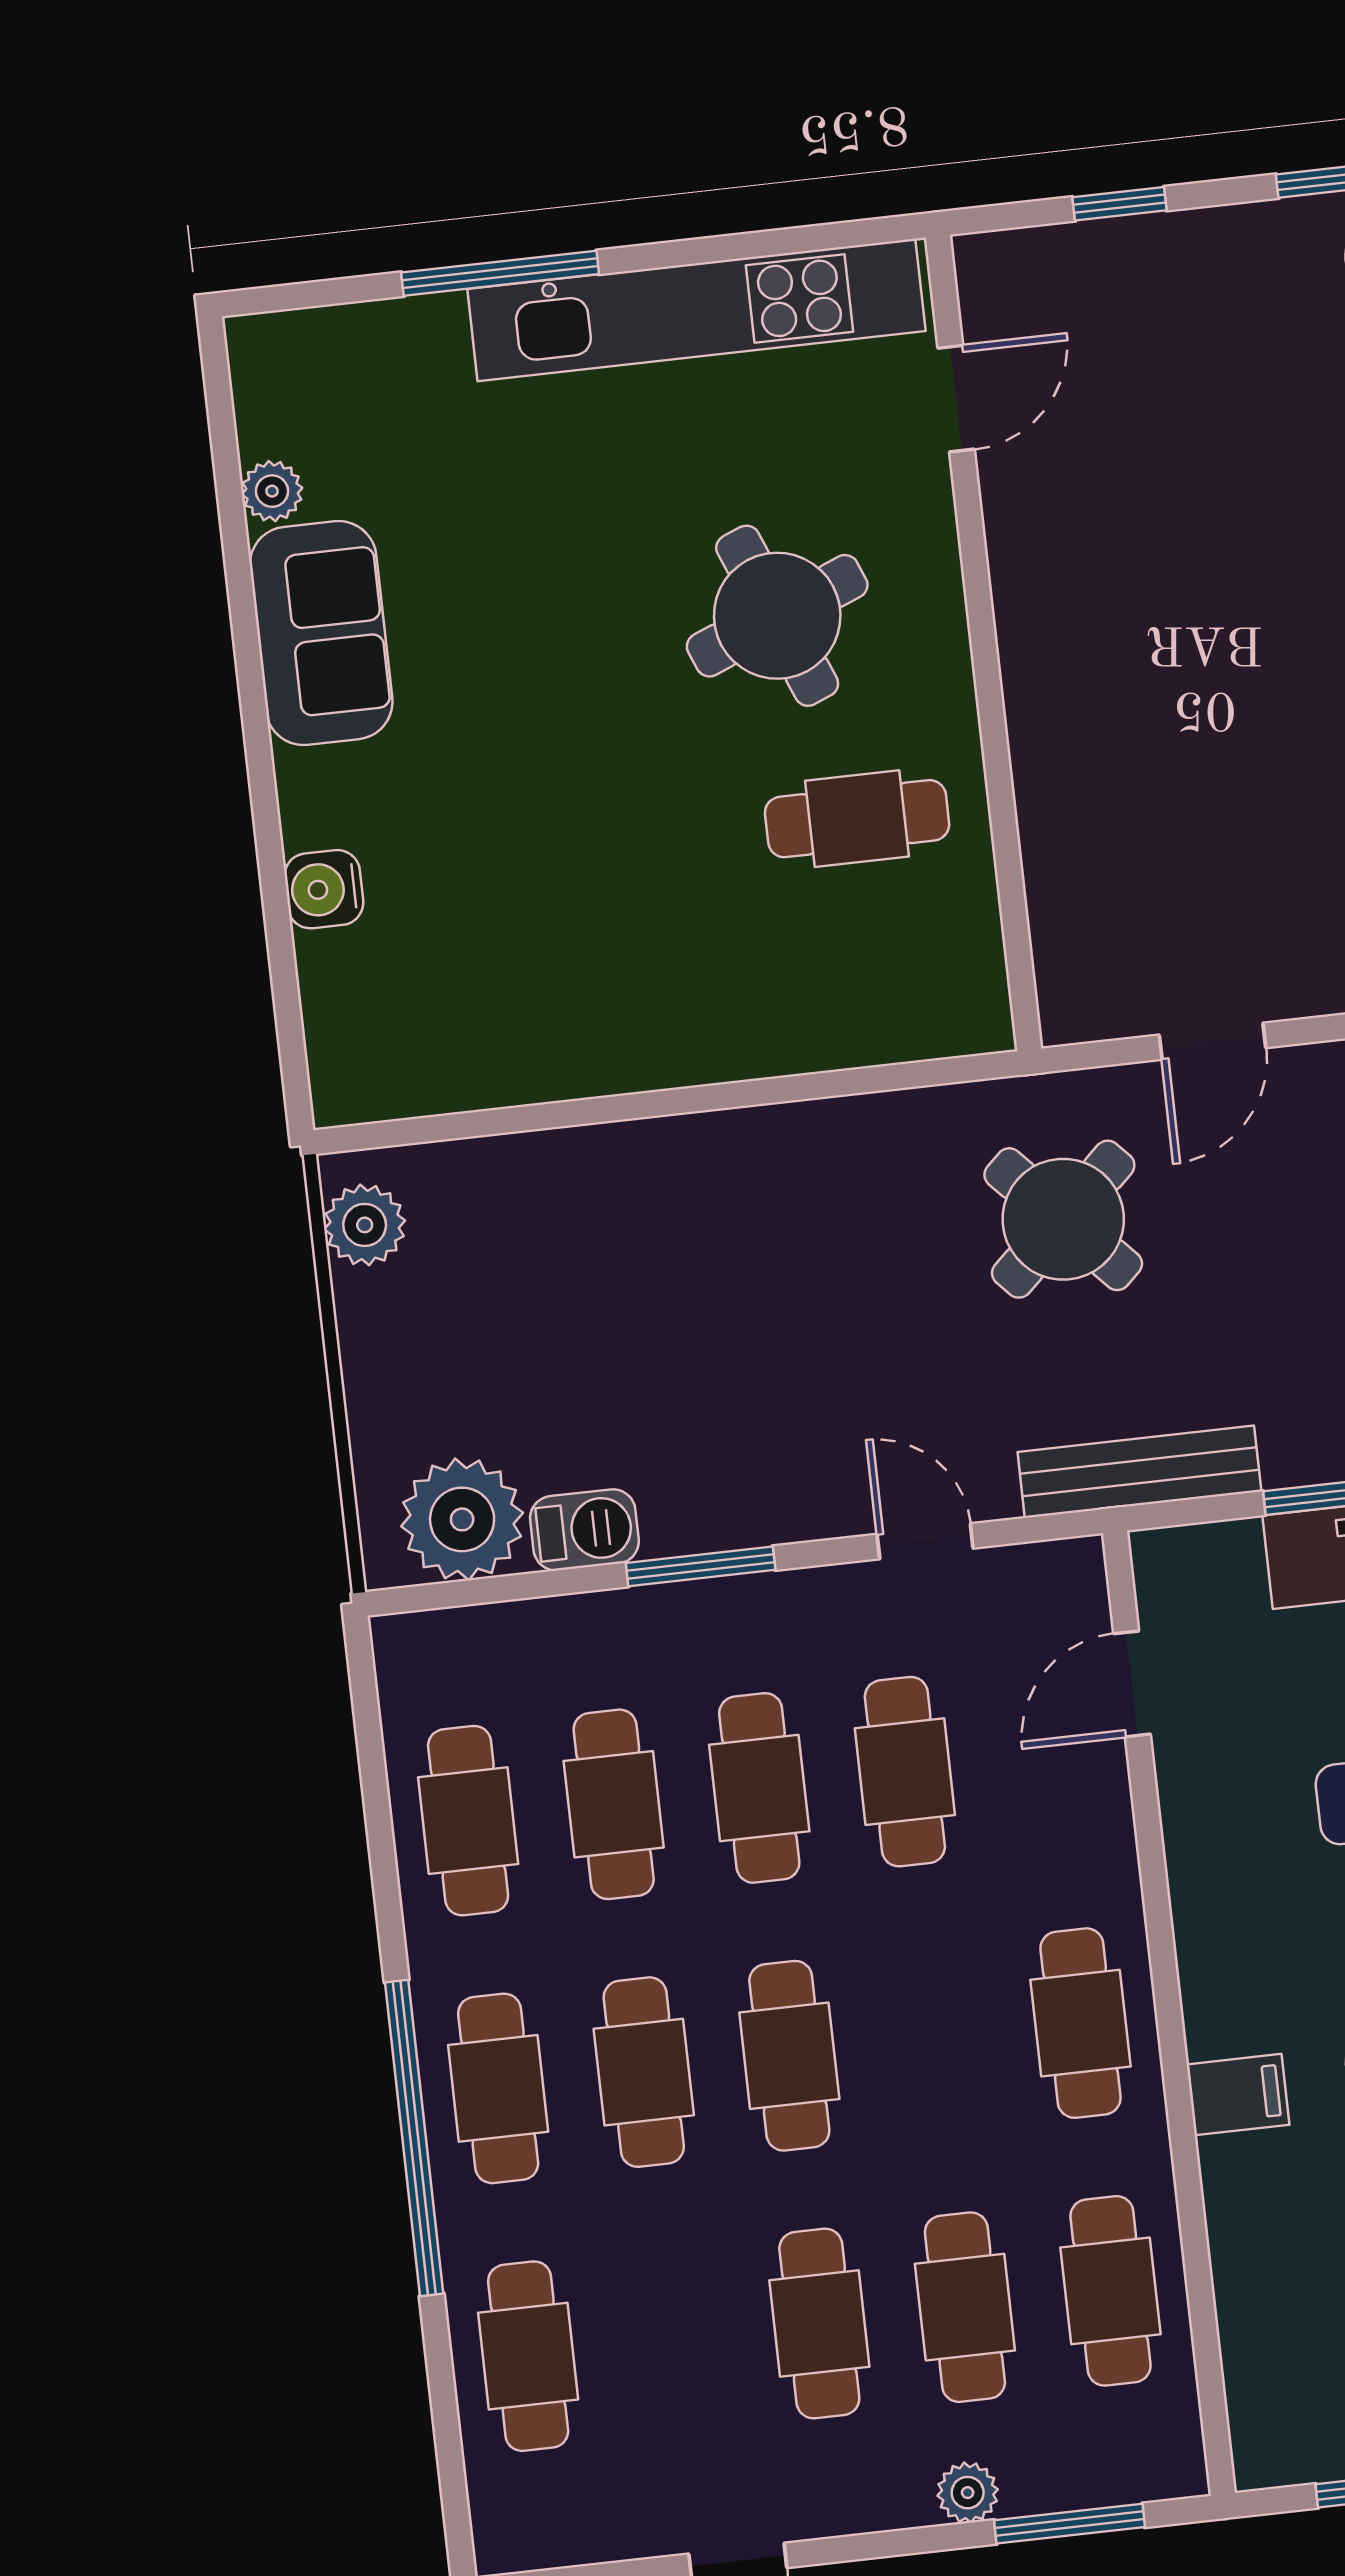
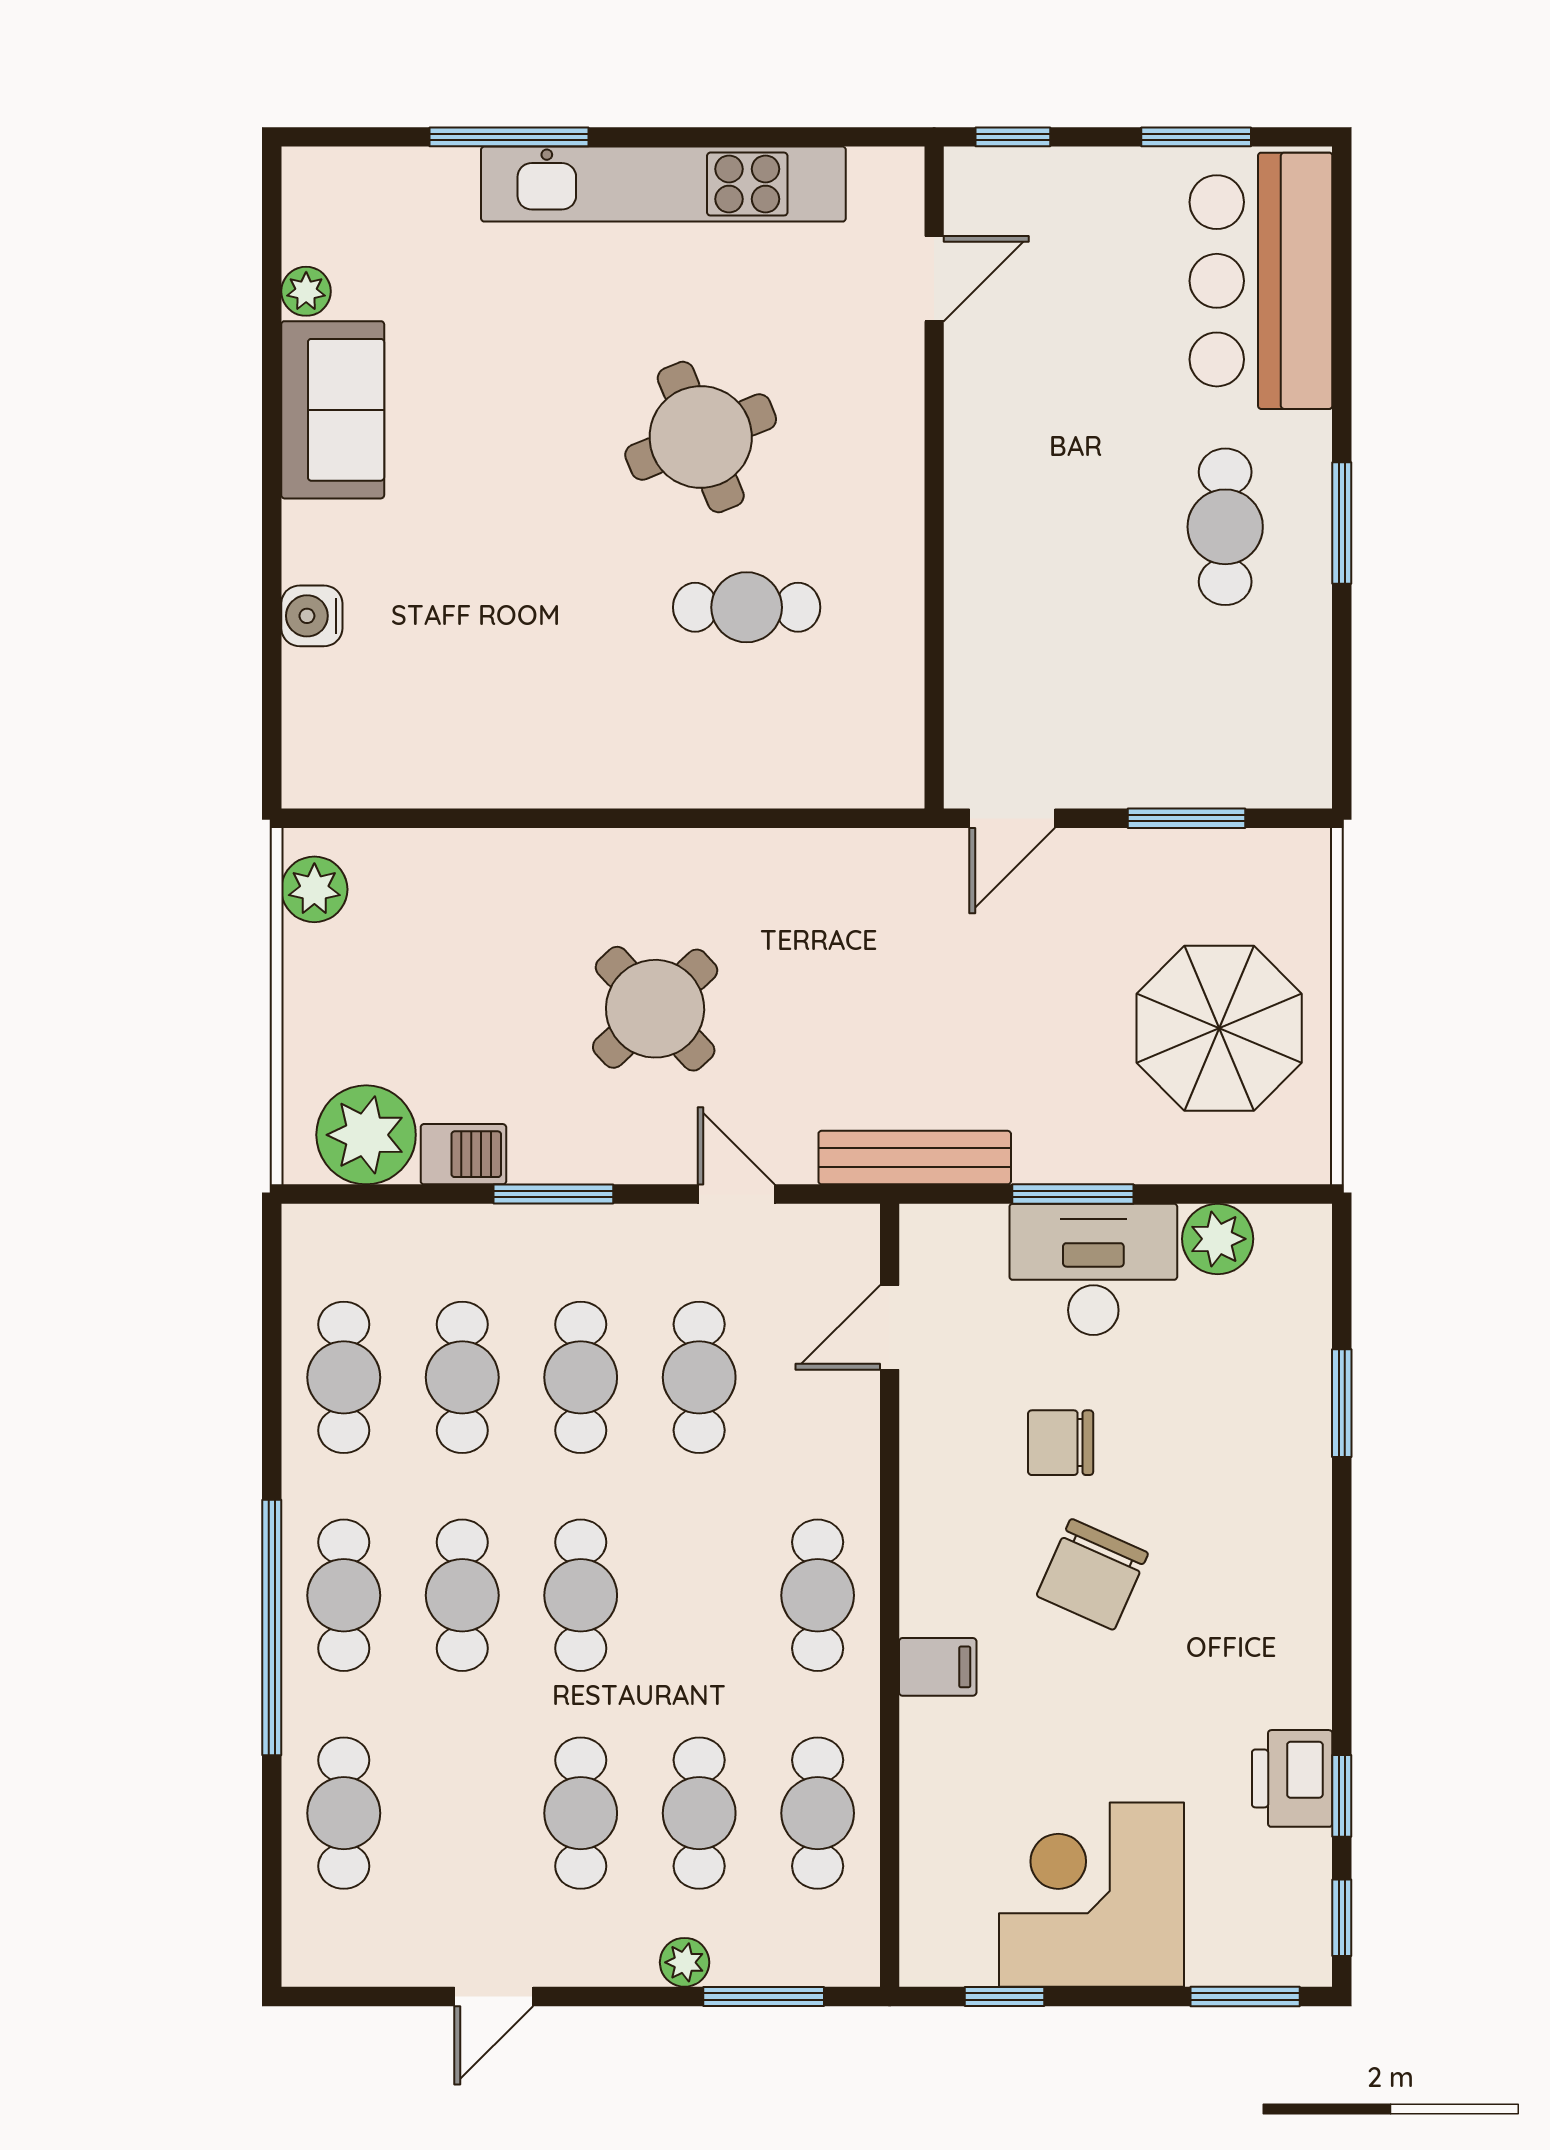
door: (956, 399) -> (934, 279), moved
wall: (984, 643) -> (934, 478), moved
round table: (1063, 1219) -> (655, 1009), moved

